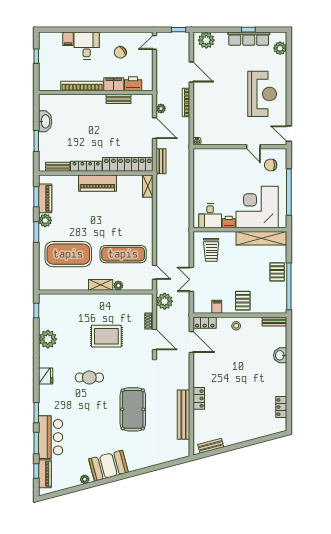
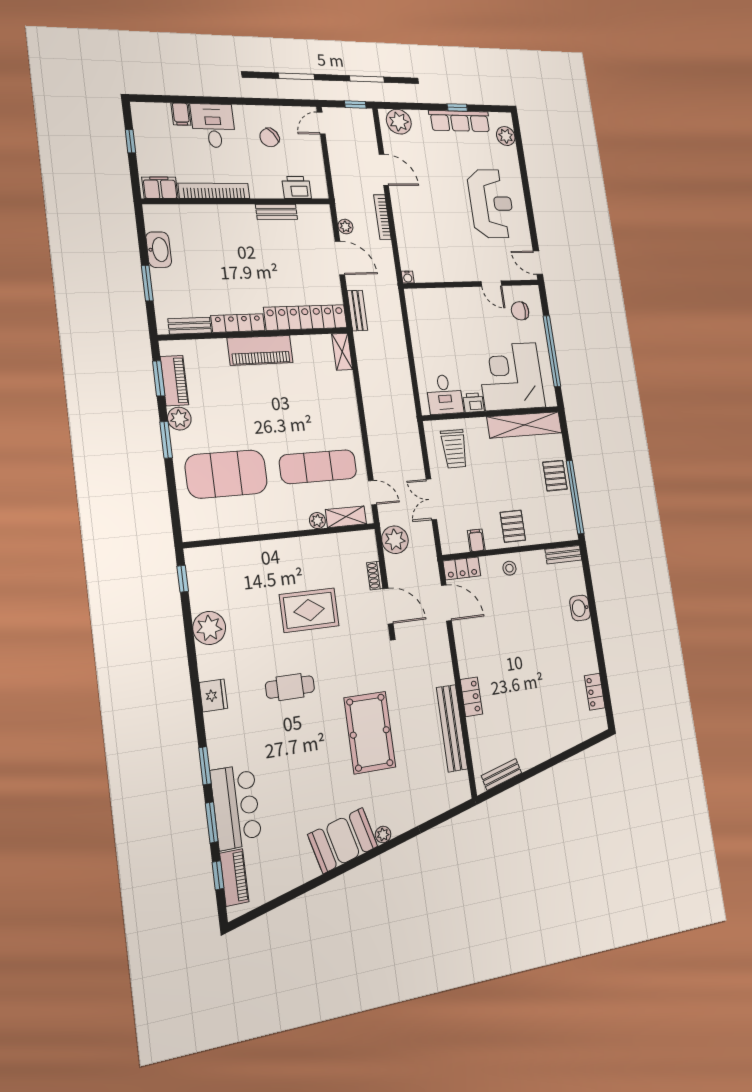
filing cabinet: (114, 84) -> (160, 188), moved
shelving: (101, 285) -> (346, 517), moved
plant: (85, 479) -> (383, 835), moved

